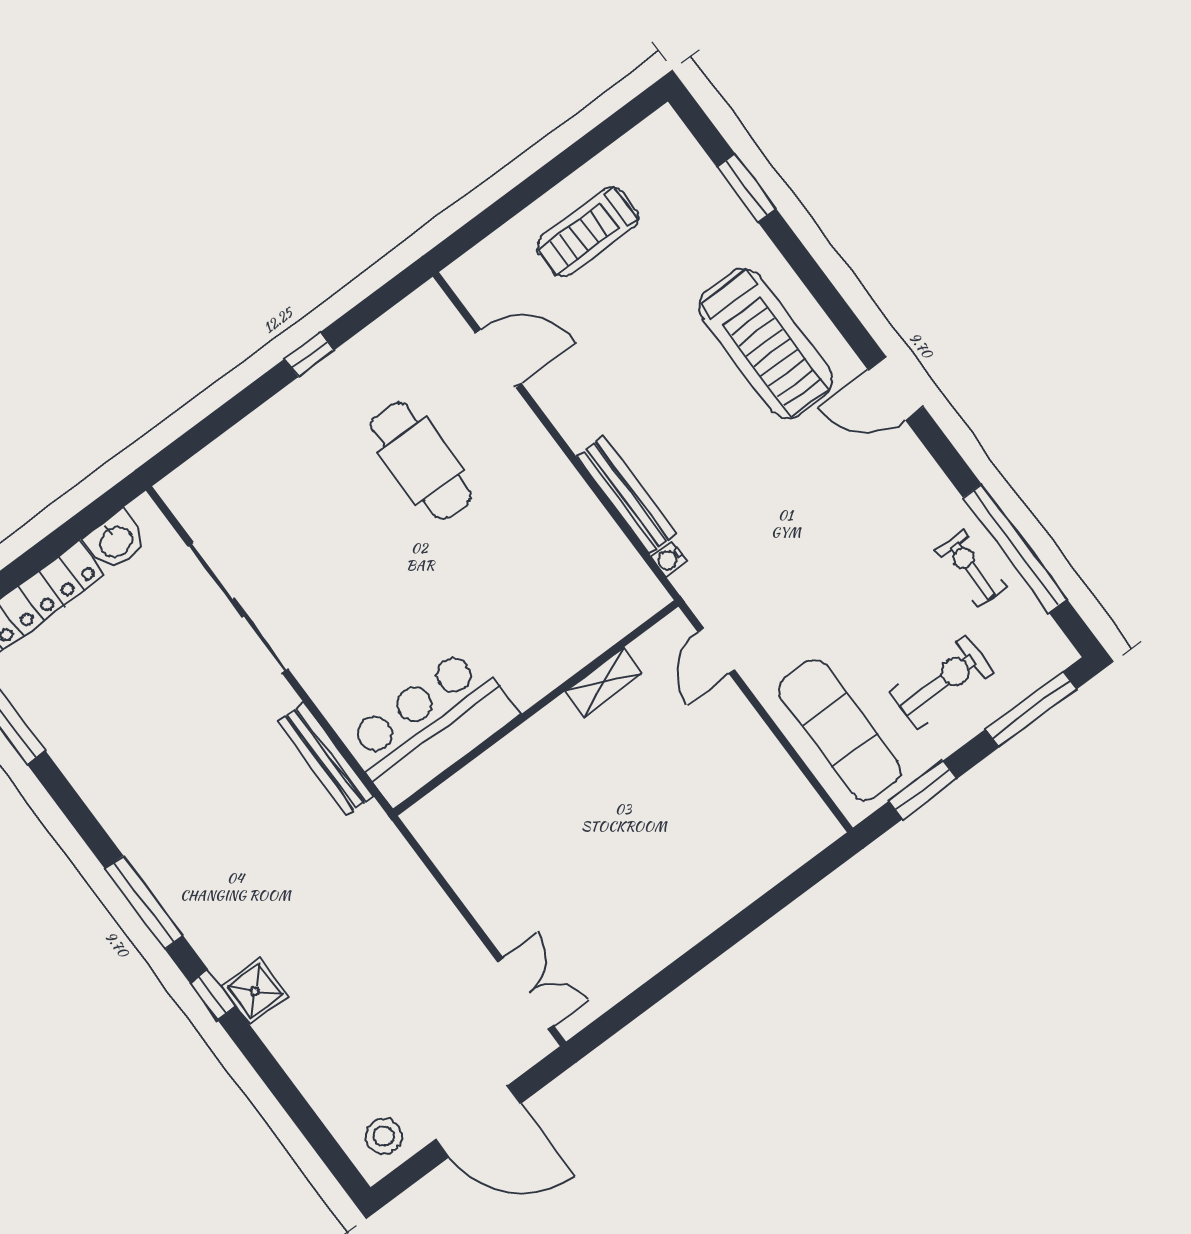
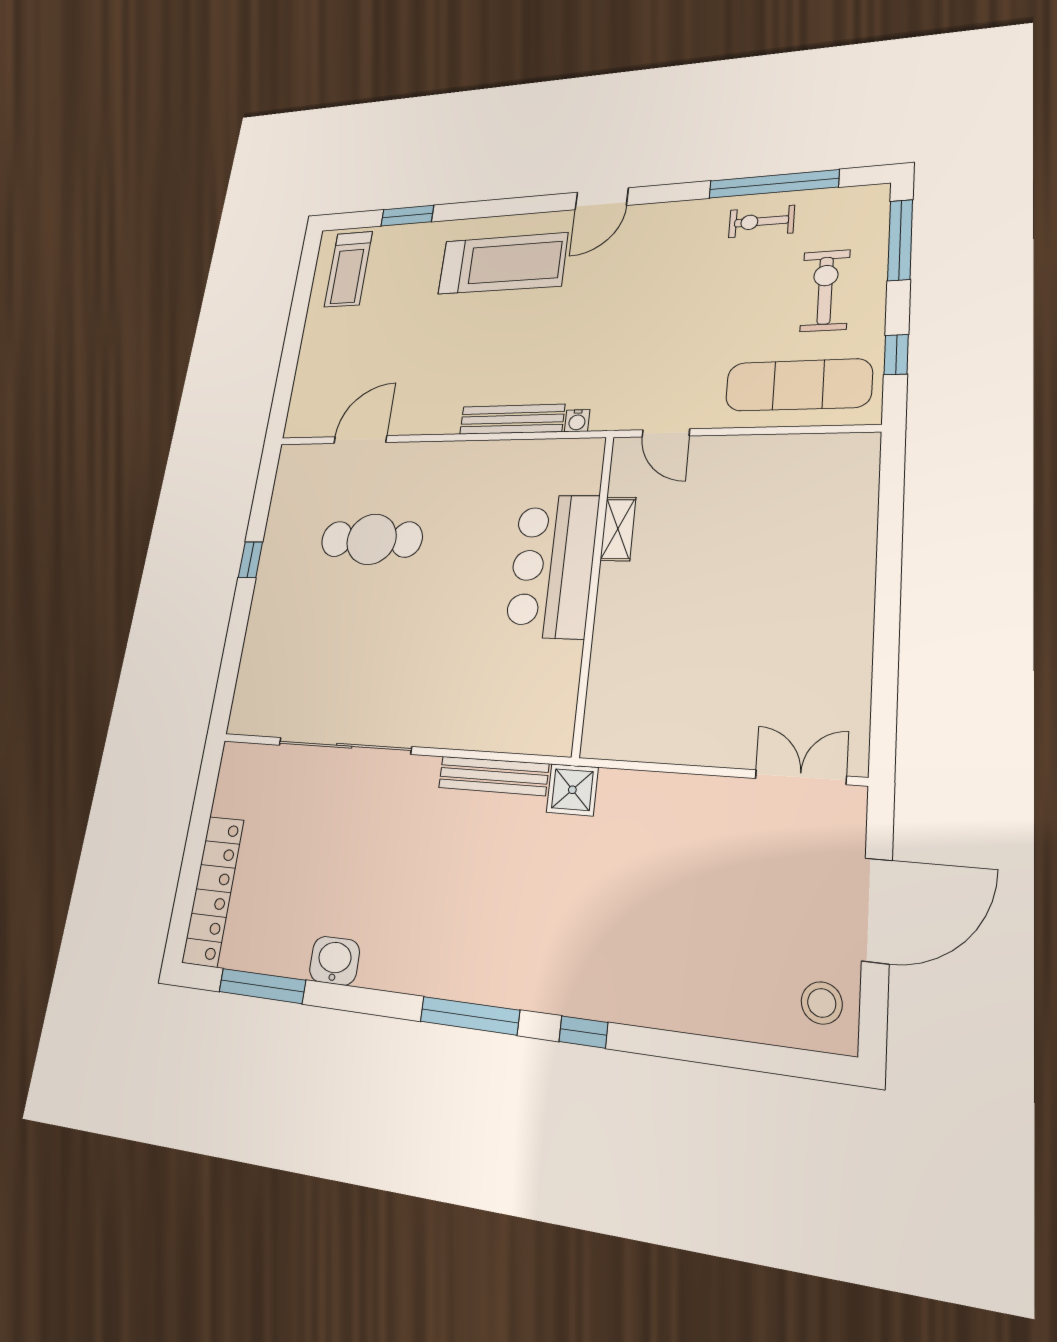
treadmill: (588, 232) -> (348, 269), moved
washbasin: (116, 541) -> (335, 961), moved, turned -90
bar counter: (431, 726) -> (552, 566), moved
window: (923, 790) -> (896, 355), width x0.67
shower: (255, 991) -> (572, 790), moved

